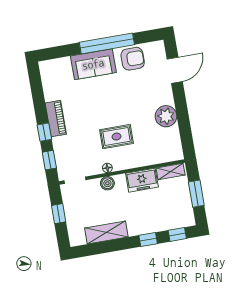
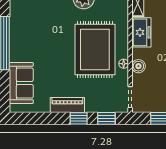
armchair: (133, 59) -> (23, 21), removed
sofa: (93, 64) -> (21, 83), moved
rug: (117, 137) -> (95, 50), width x1.86, depth x2.06

